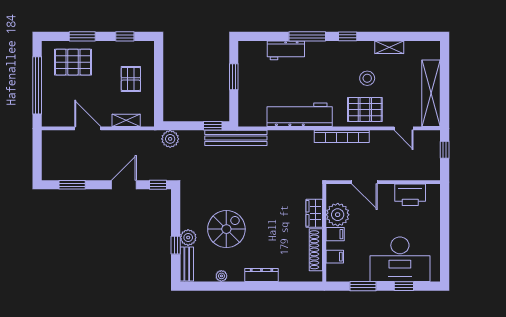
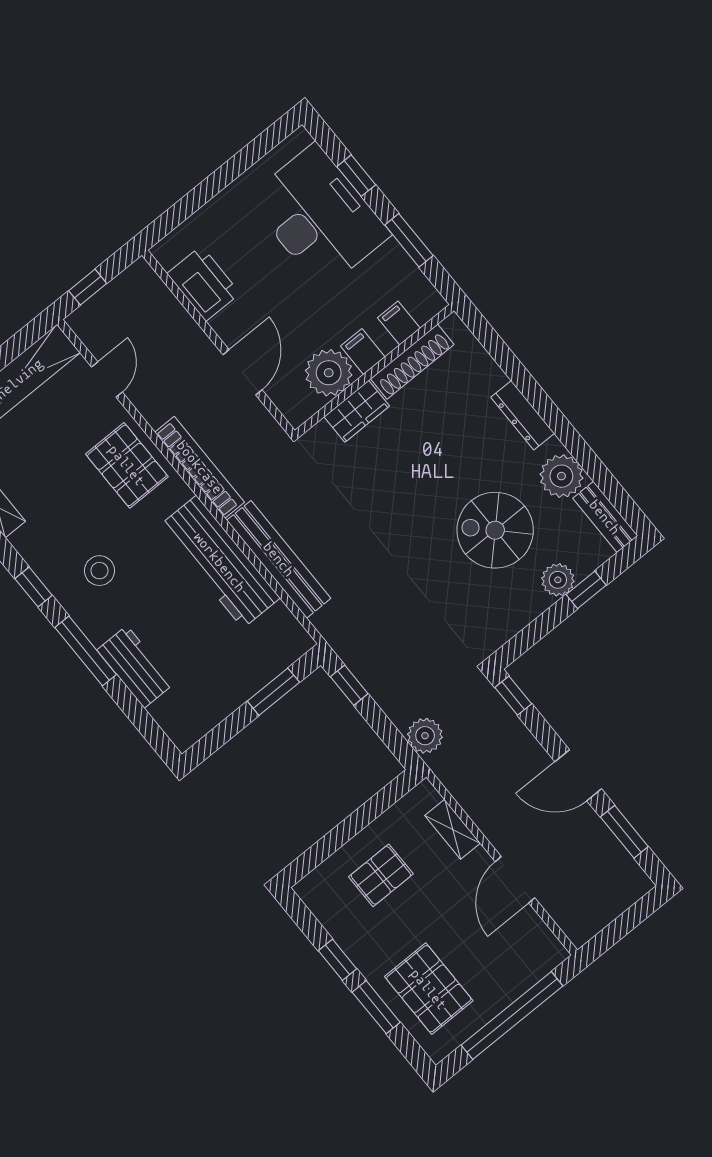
window: (125, 36) -> (338, 960), moved
window: (234, 77) -> (273, 692), moved
stool: (367, 78) -> (99, 571), moved
bench: (236, 138) -> (279, 559), moved
door: (124, 185) -> (578, 775), moved
bench: (187, 264) -> (605, 517), moved, turned 90
plant: (221, 276) -> (561, 476), width x1.88, depth x1.88

